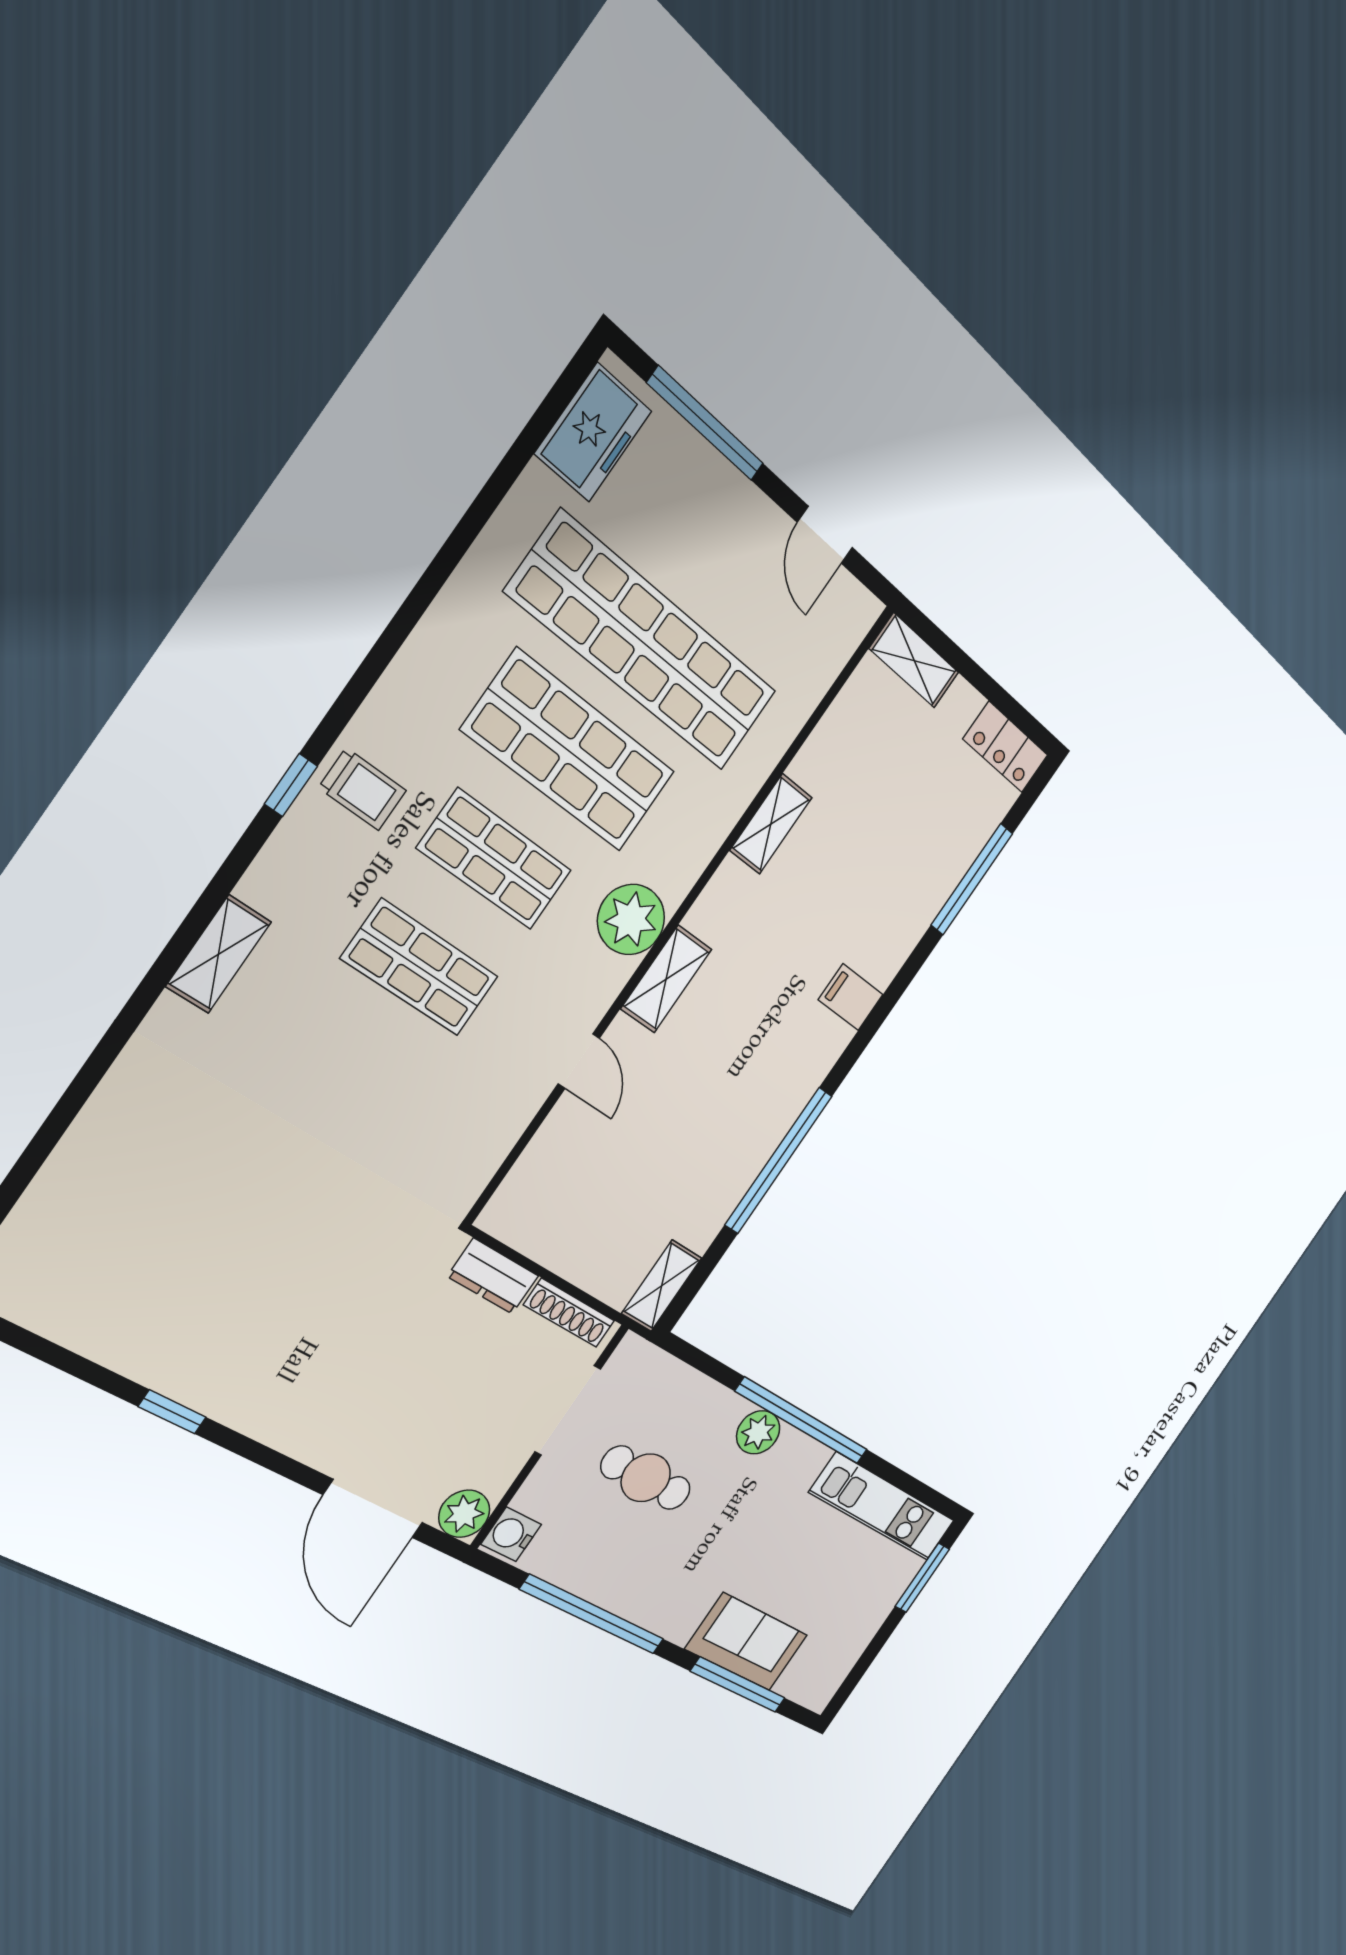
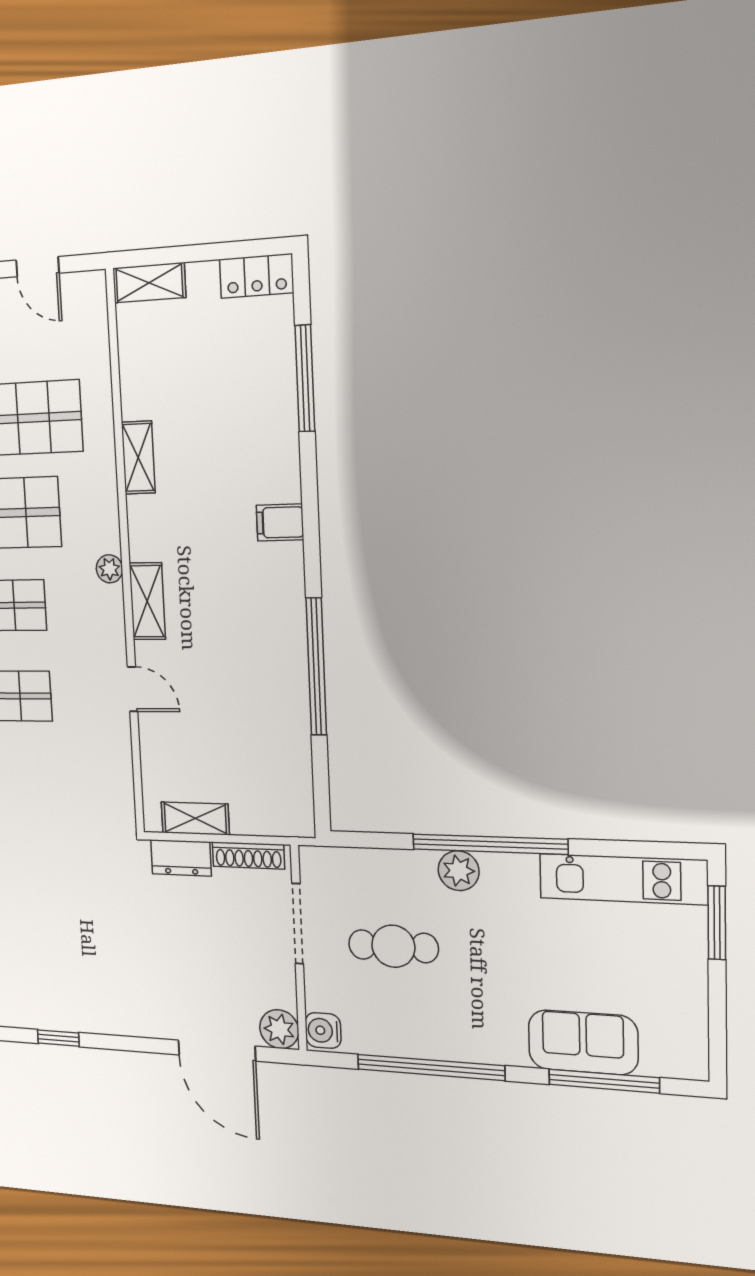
plant: (631, 920) -> (109, 569), width x0.53, depth x0.53
shelving: (662, 1286) -> (195, 818), moved, turned 90

